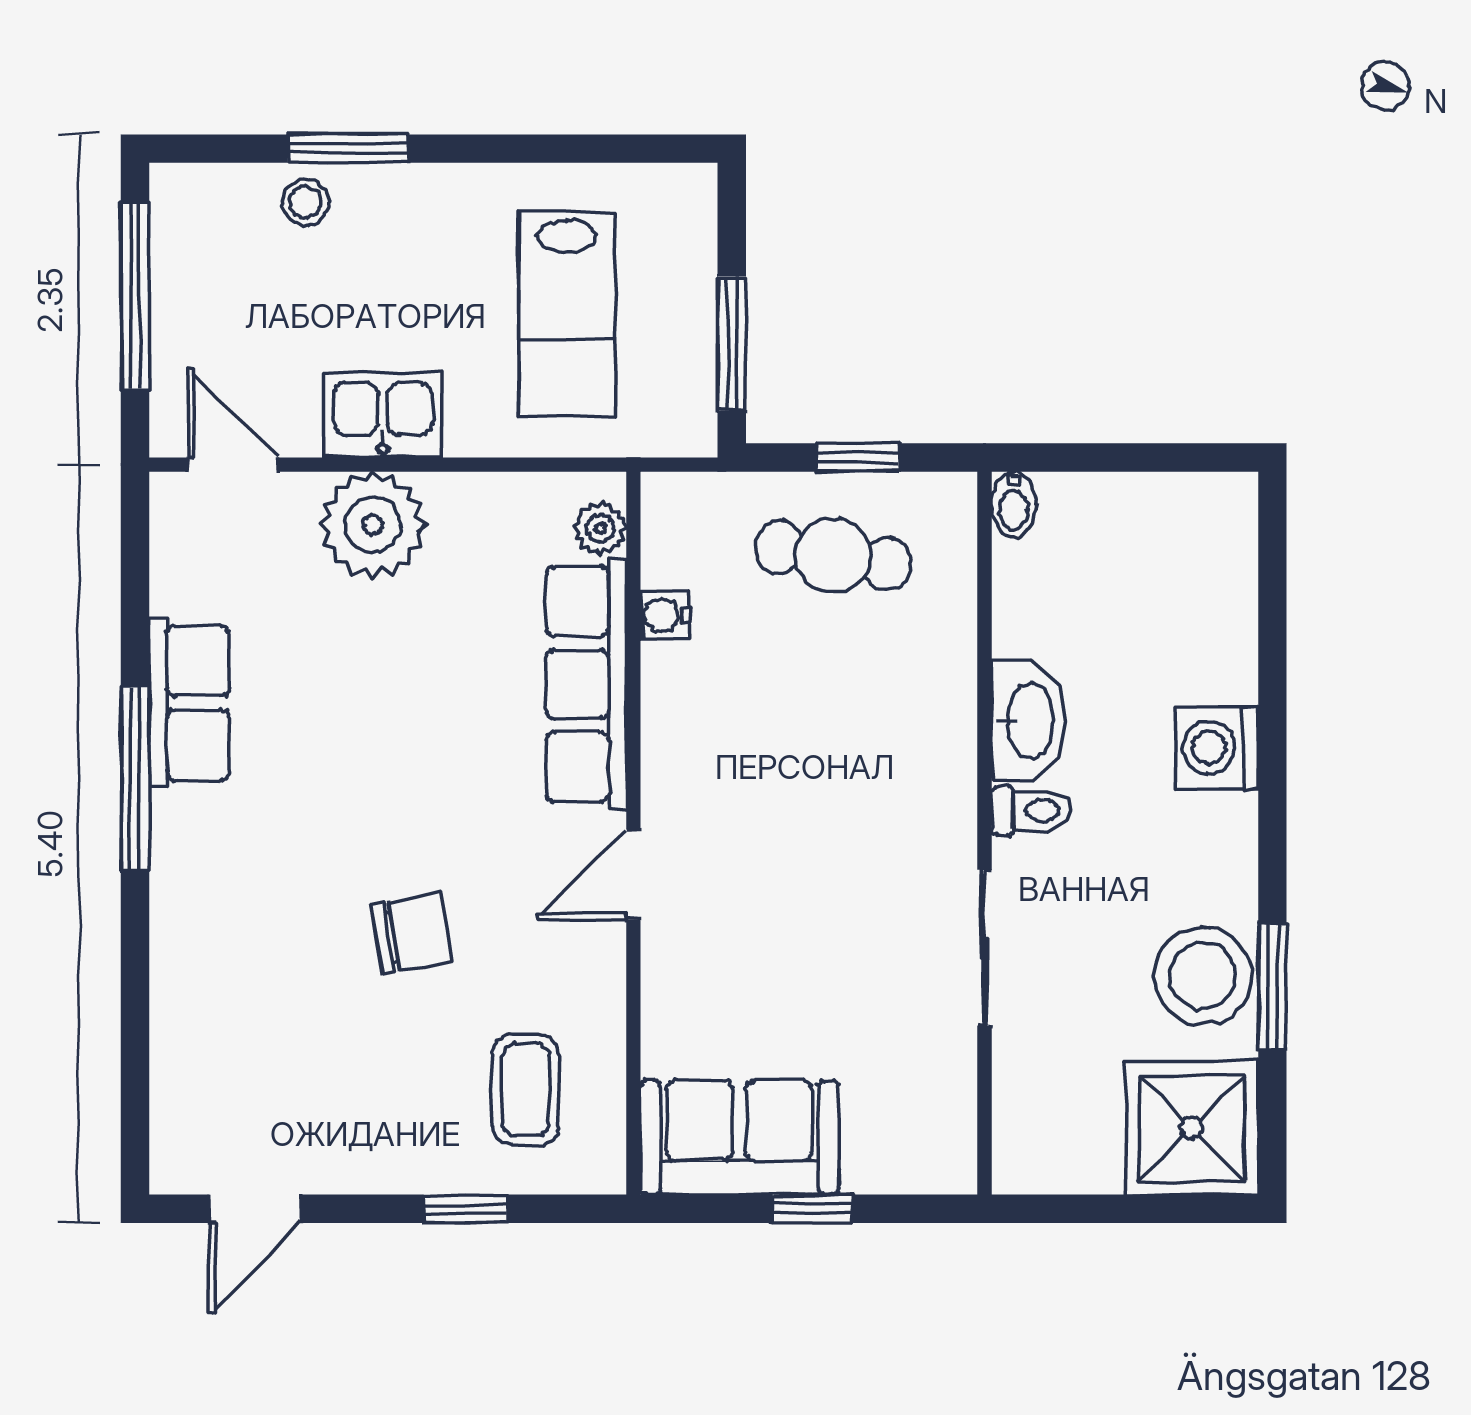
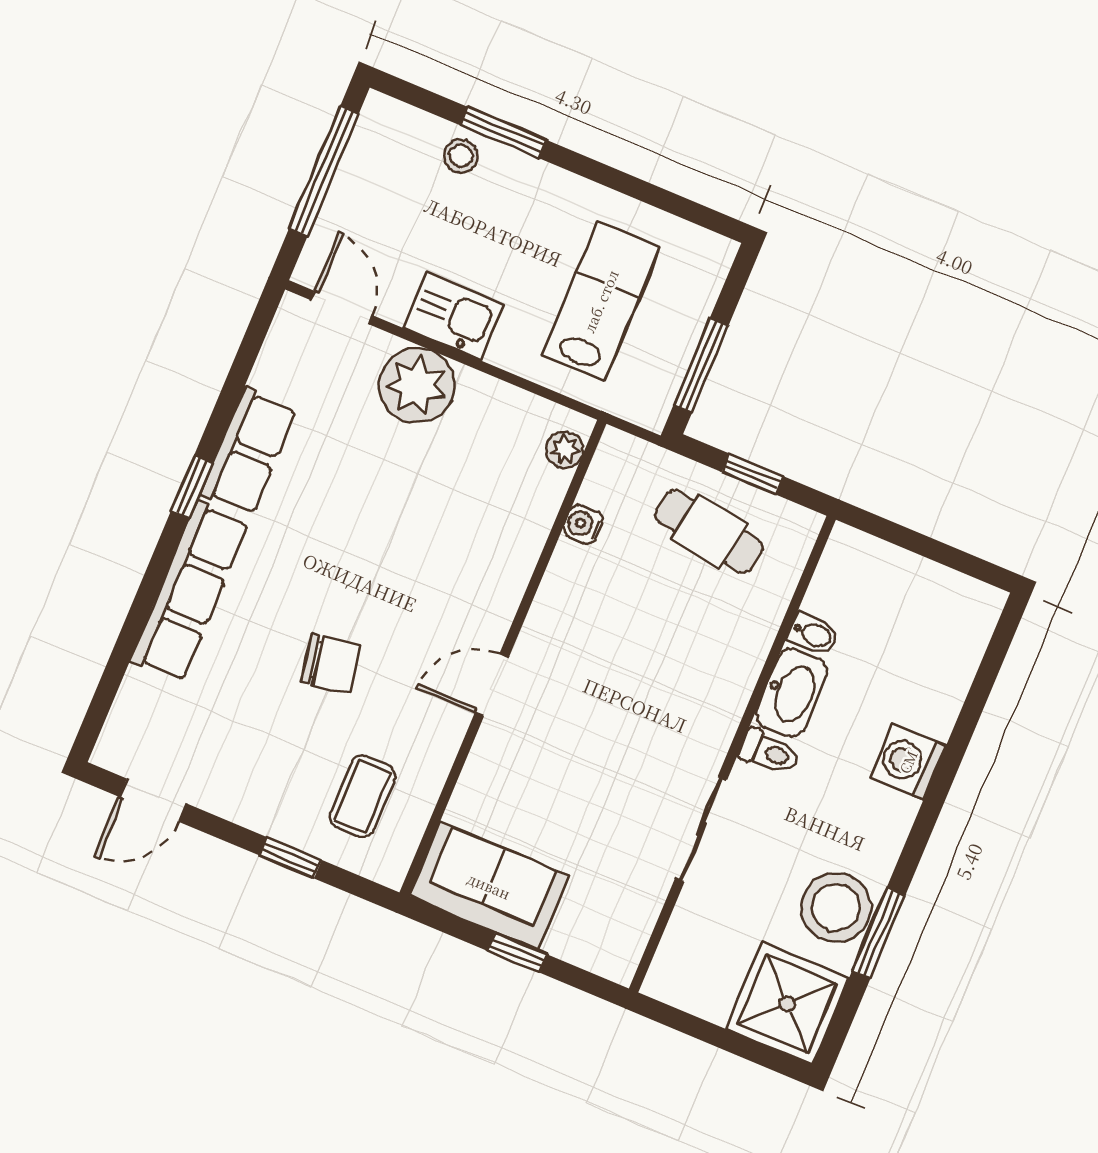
lab bench: (567, 314) -> (601, 301), turned 180
bidet: (1014, 504) -> (813, 634), moved, turned -90
row of seats: (586, 684) -> (190, 592), moved, turned 180
window: (135, 779) -> (192, 487), width x0.46

